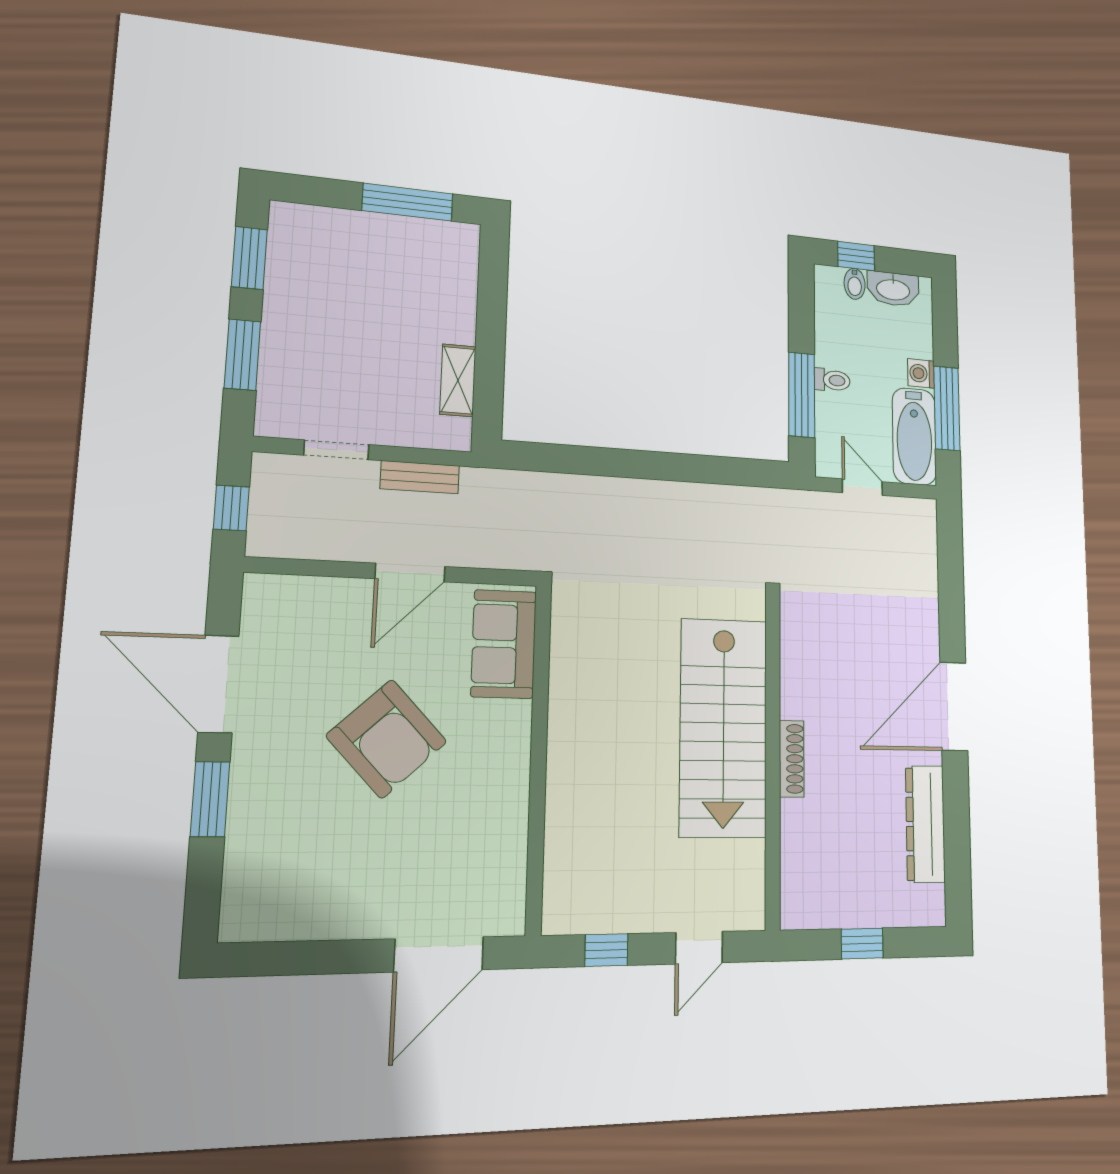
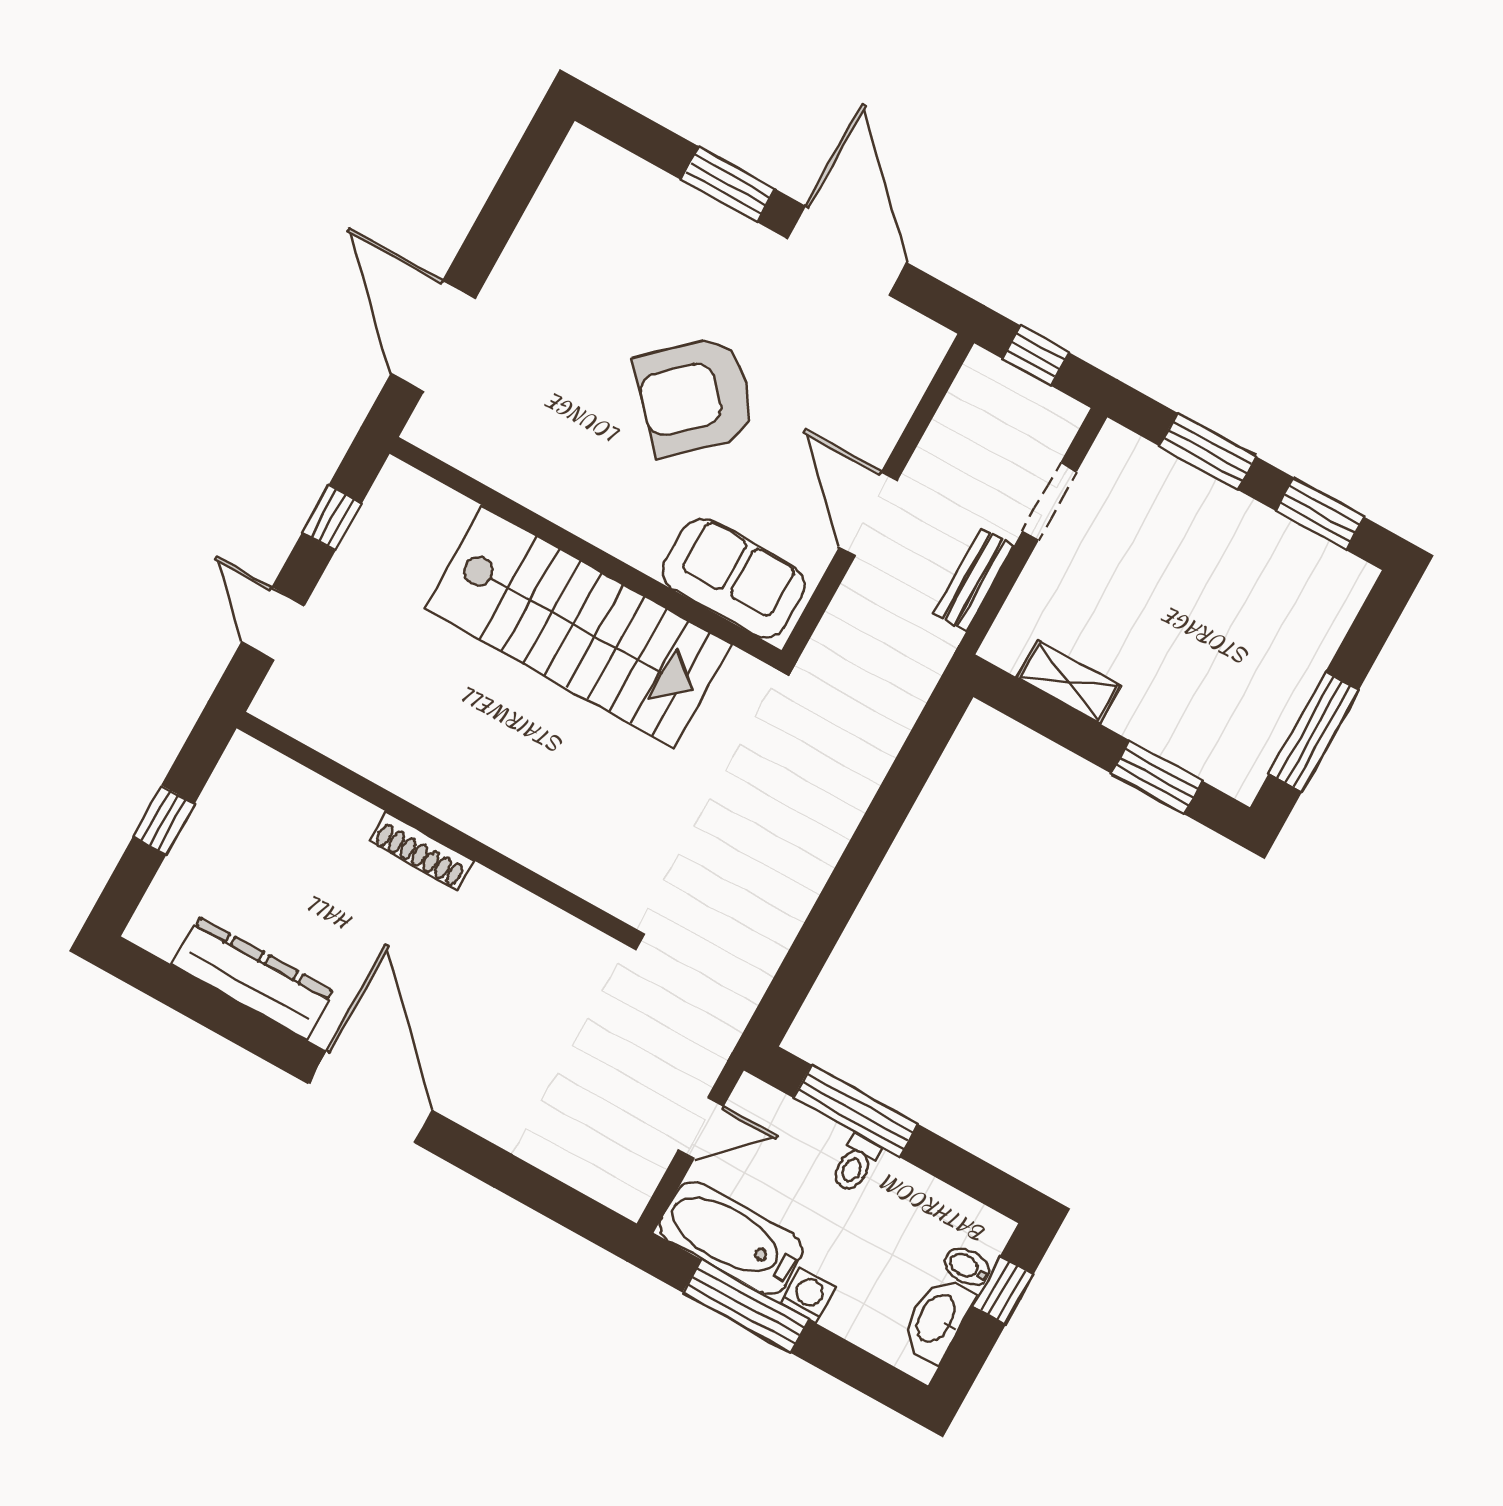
window: (492, 294) -> (1157, 777), added
door: (218, 684) -> (847, 251), hinge flipped
stairs: (723, 727) -> (578, 627), moved, turned 180

